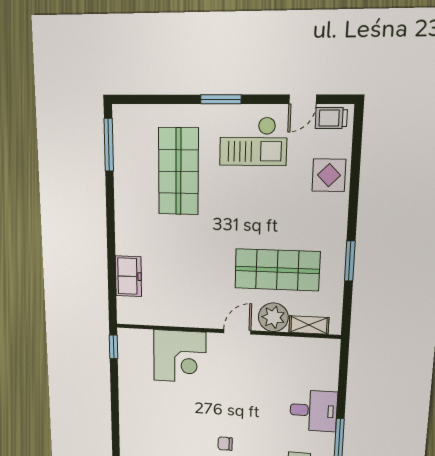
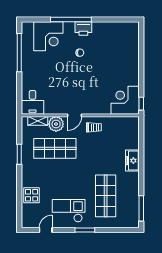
trolley: (331, 118) -> (94, 127), moved
freezer: (128, 276) -> (132, 161), moved
corner desk: (180, 356) -> (125, 100), moved
desk: (313, 411) -> (32, 102), moved, turned -90

